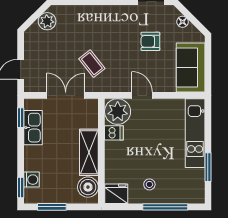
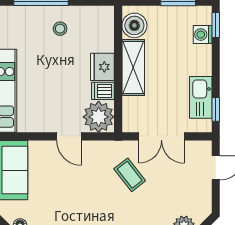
armchair: (150, 41) -> (59, 202), removed
fridge: (116, 194) -> (102, 67), moved, turned 90

